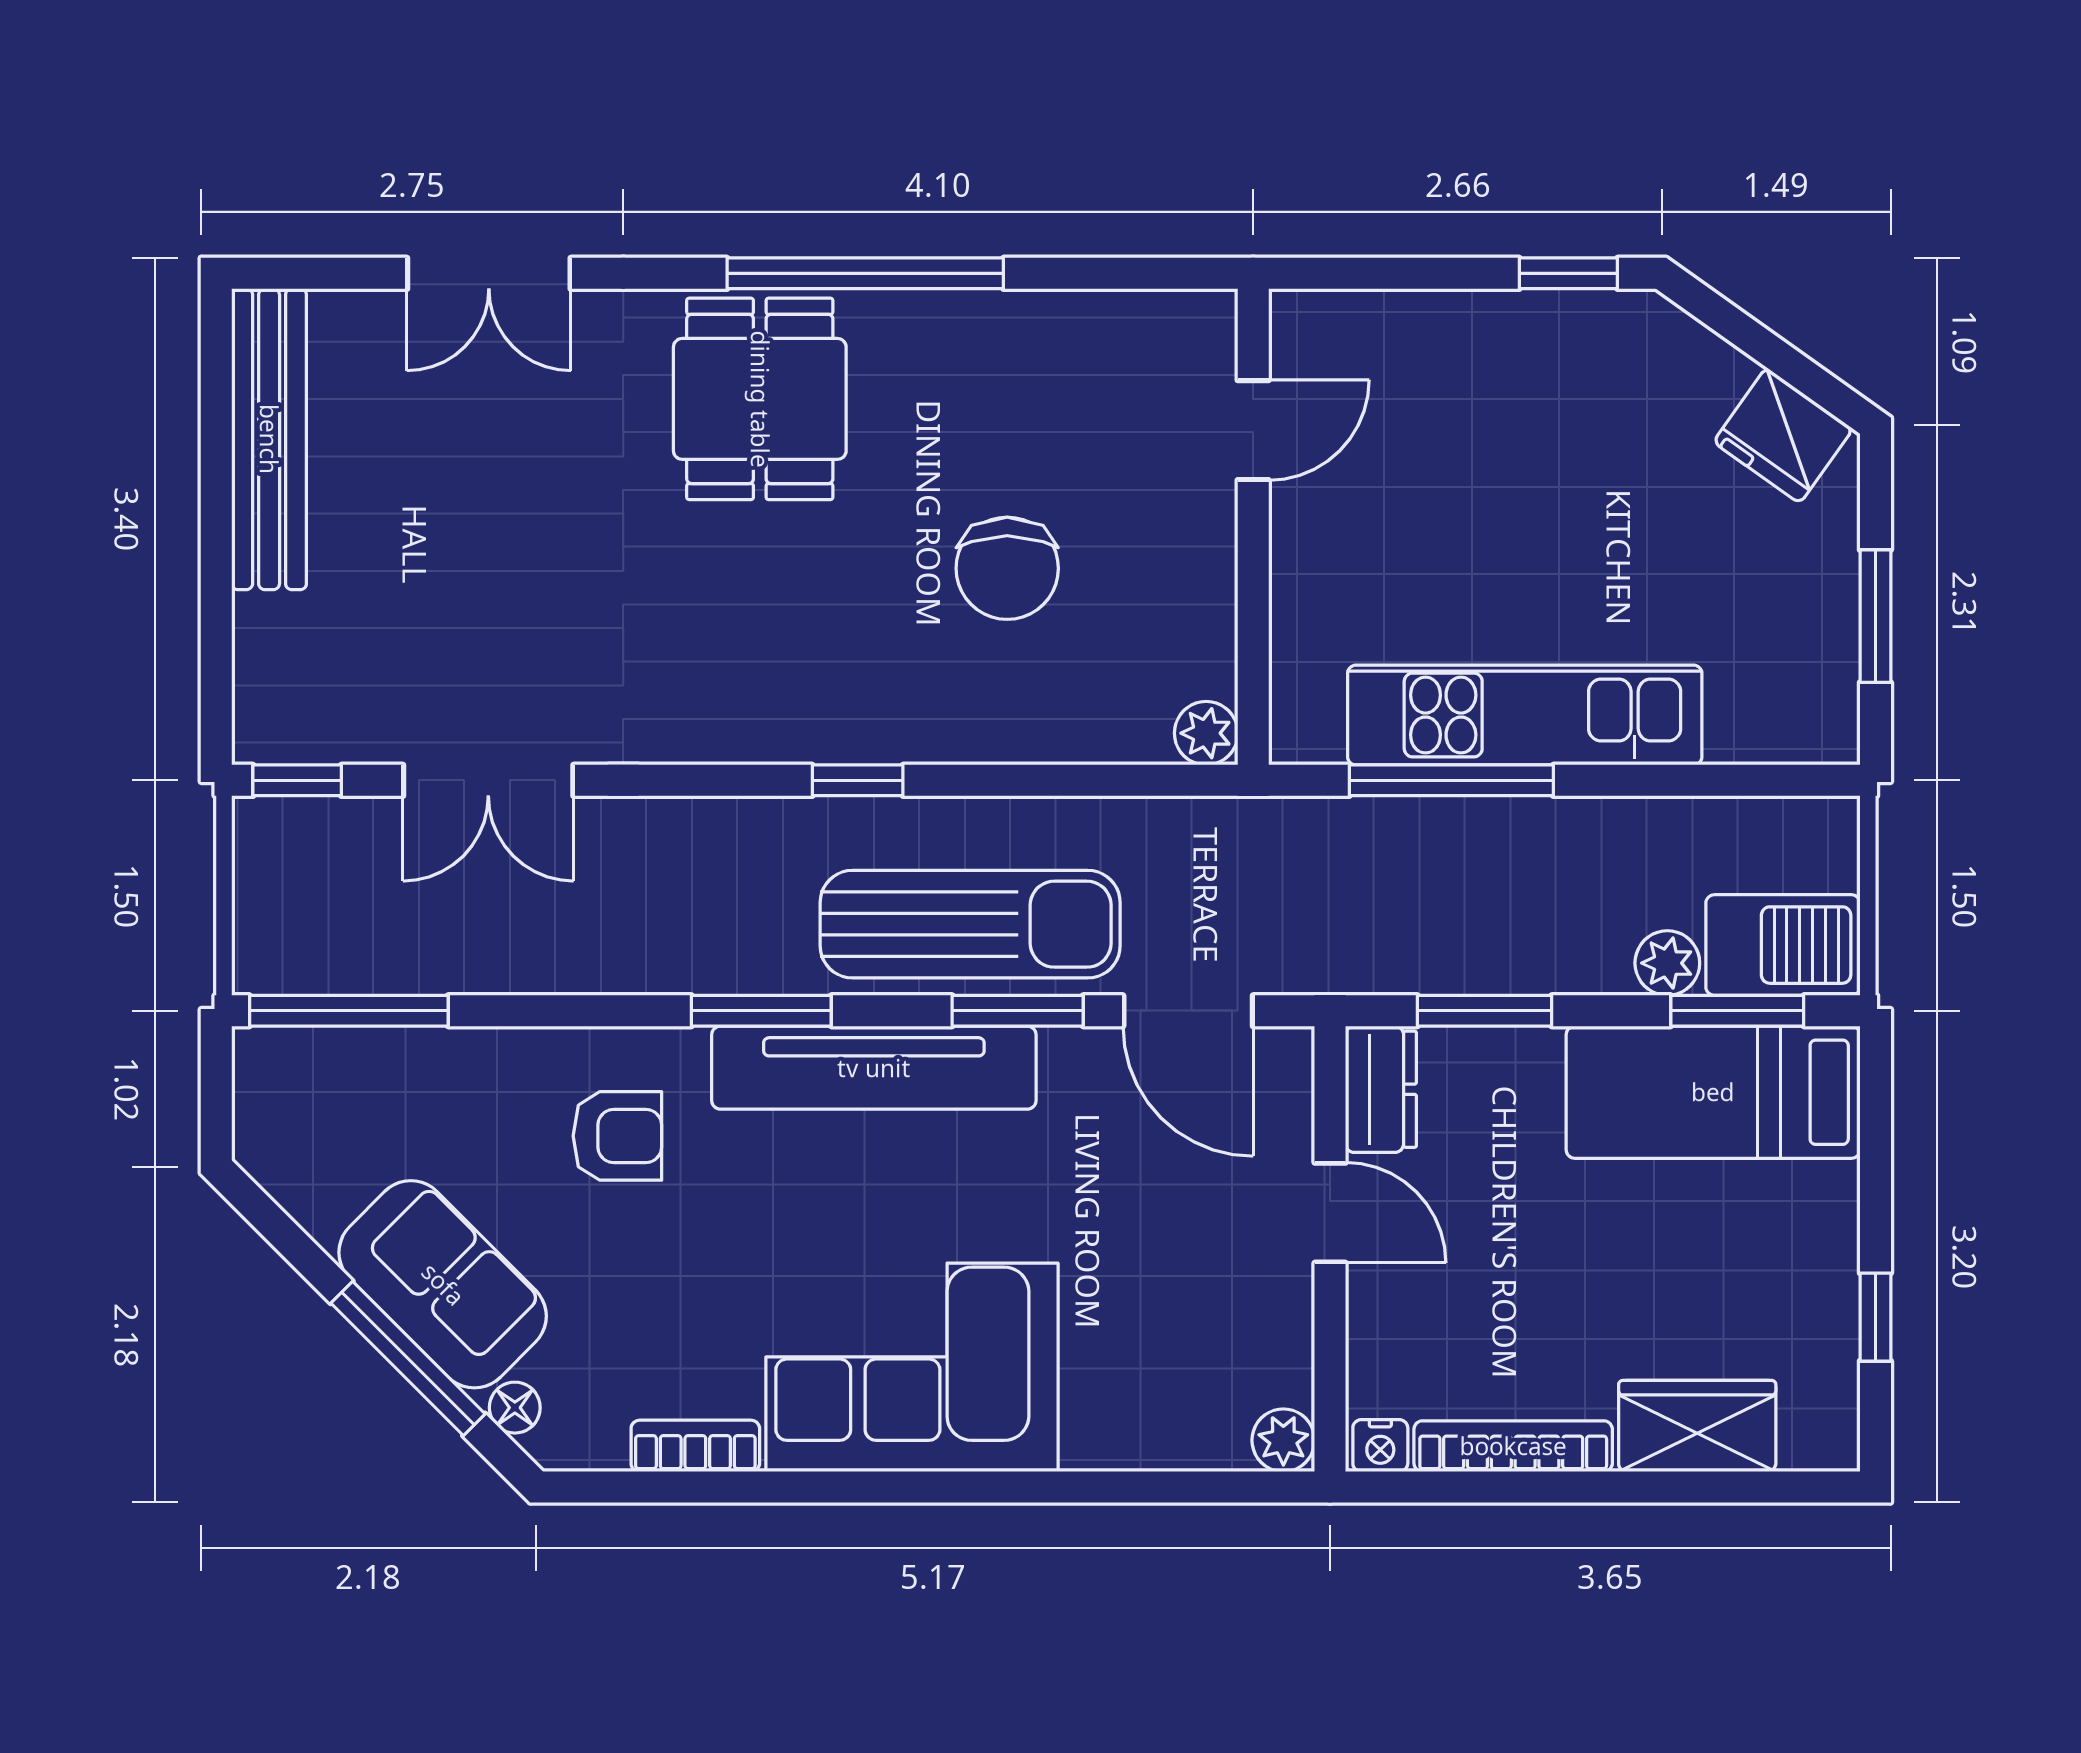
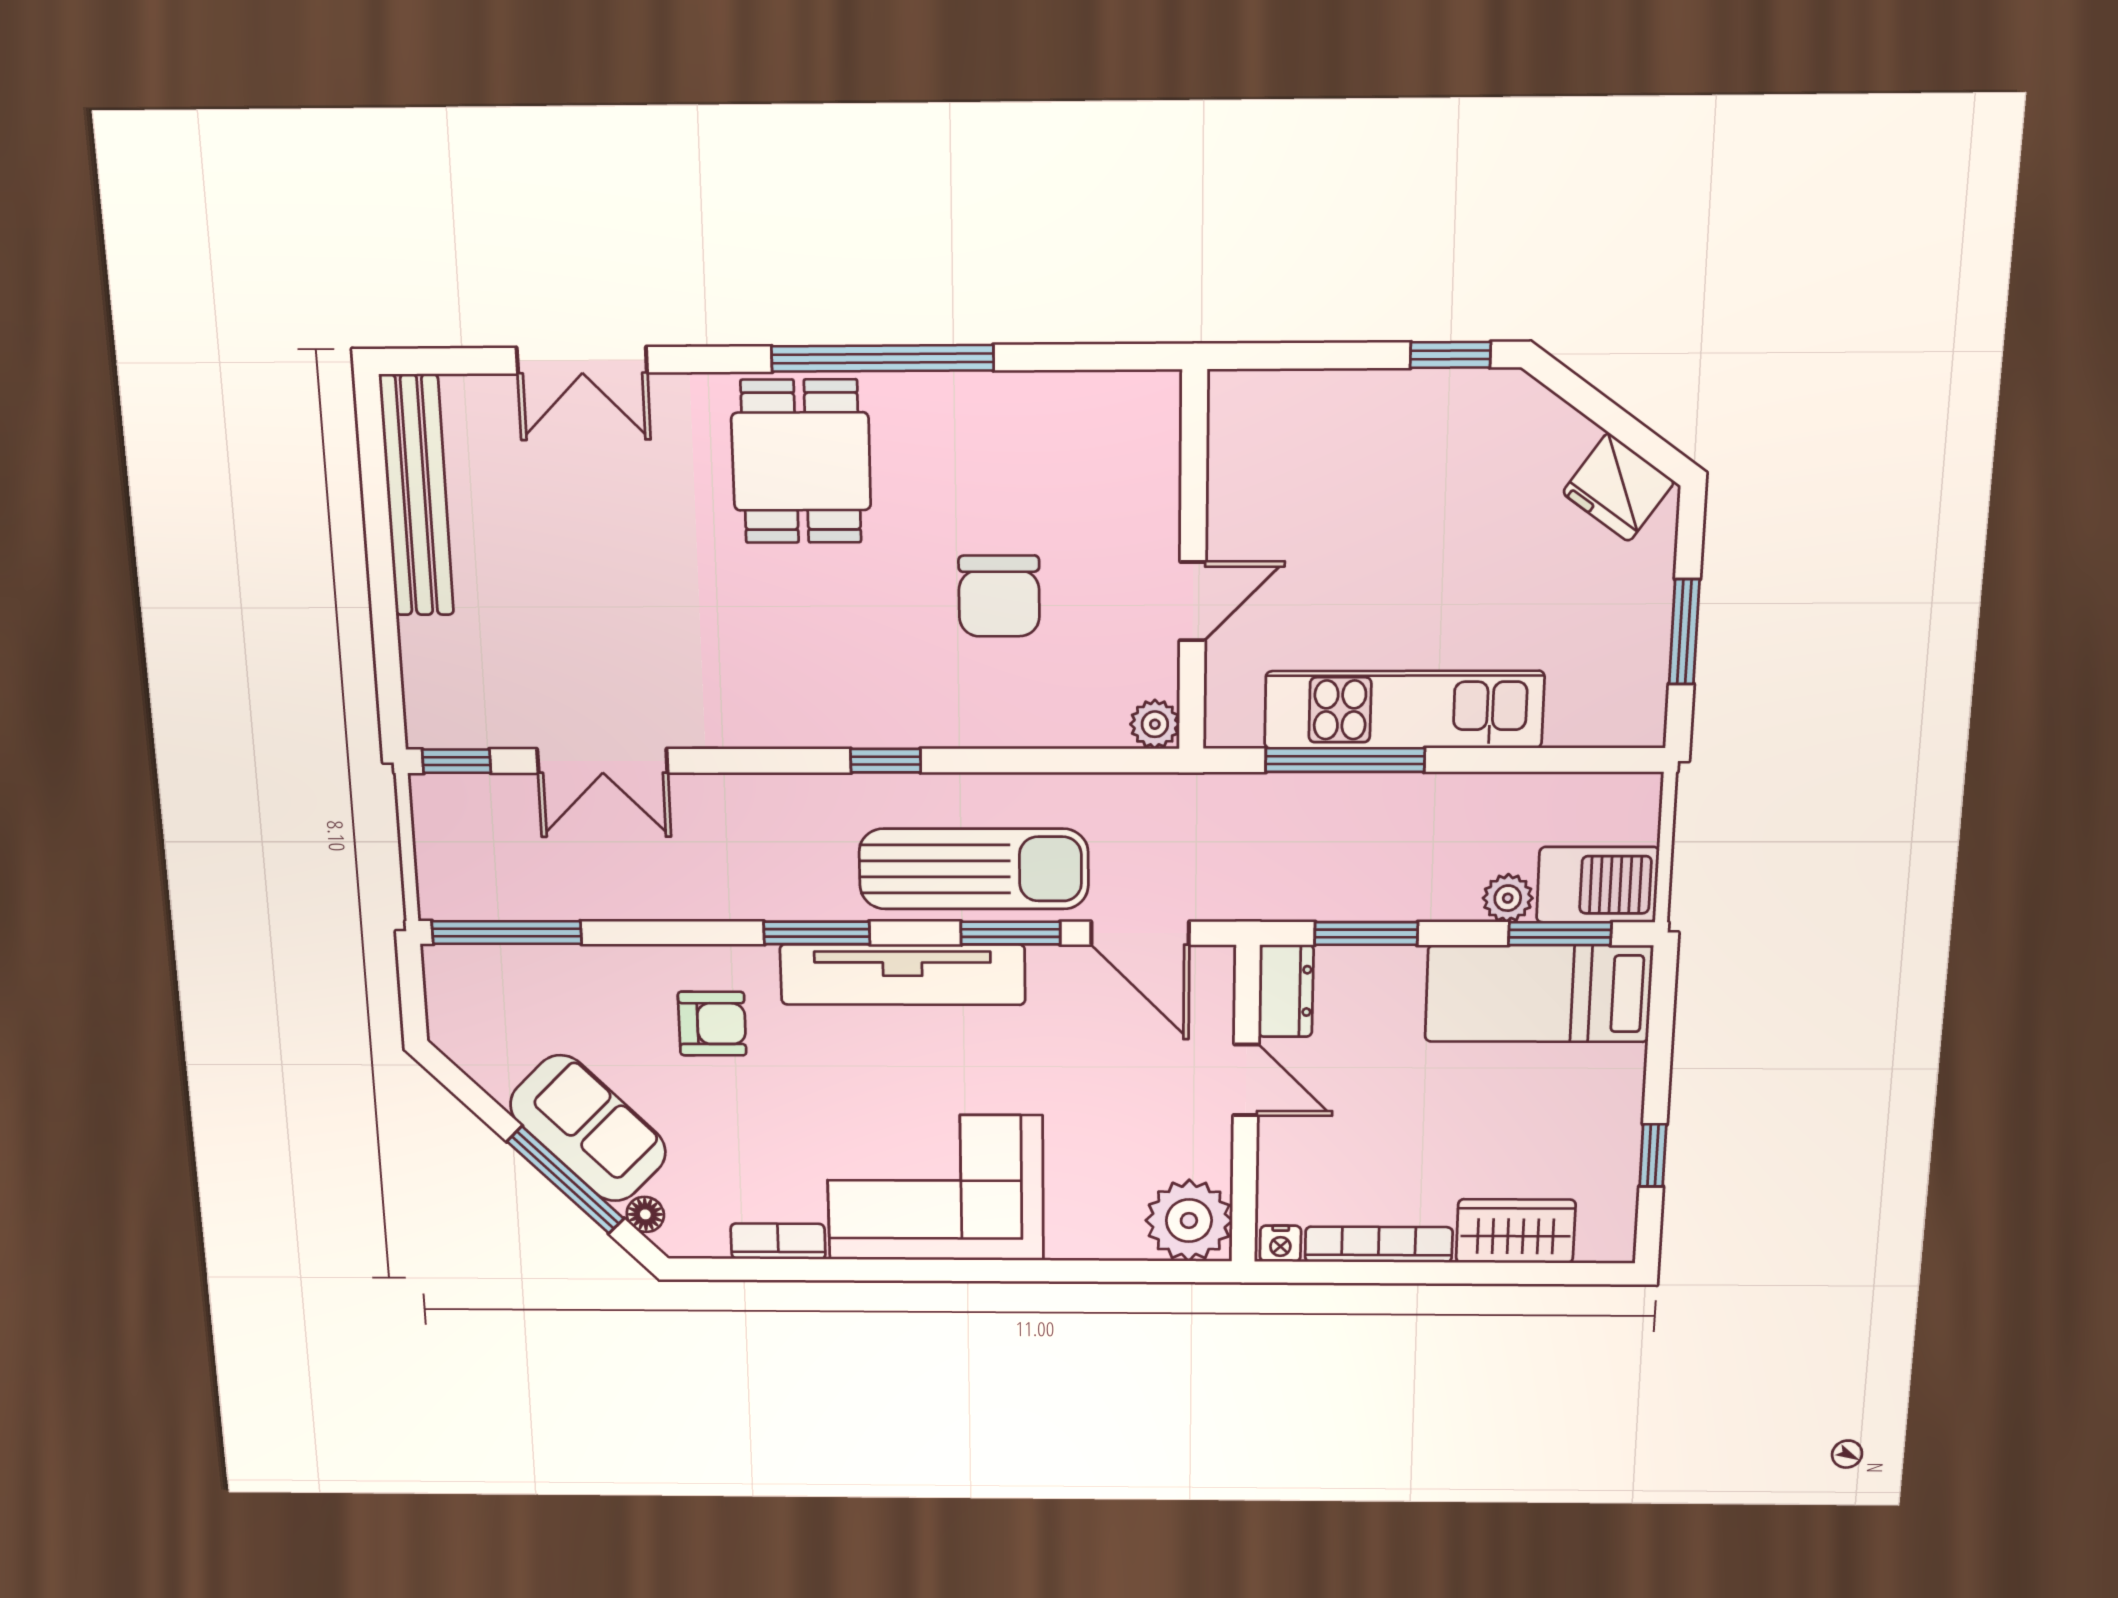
door: (1253, 430) -> (1193, 601), moved
plant: (1283, 1440) -> (1189, 1221), width x1.87, depth x1.87

